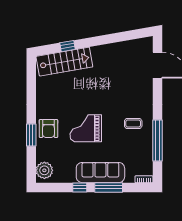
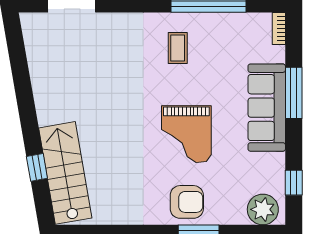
window: (80, 187) -> (294, 183), moved

